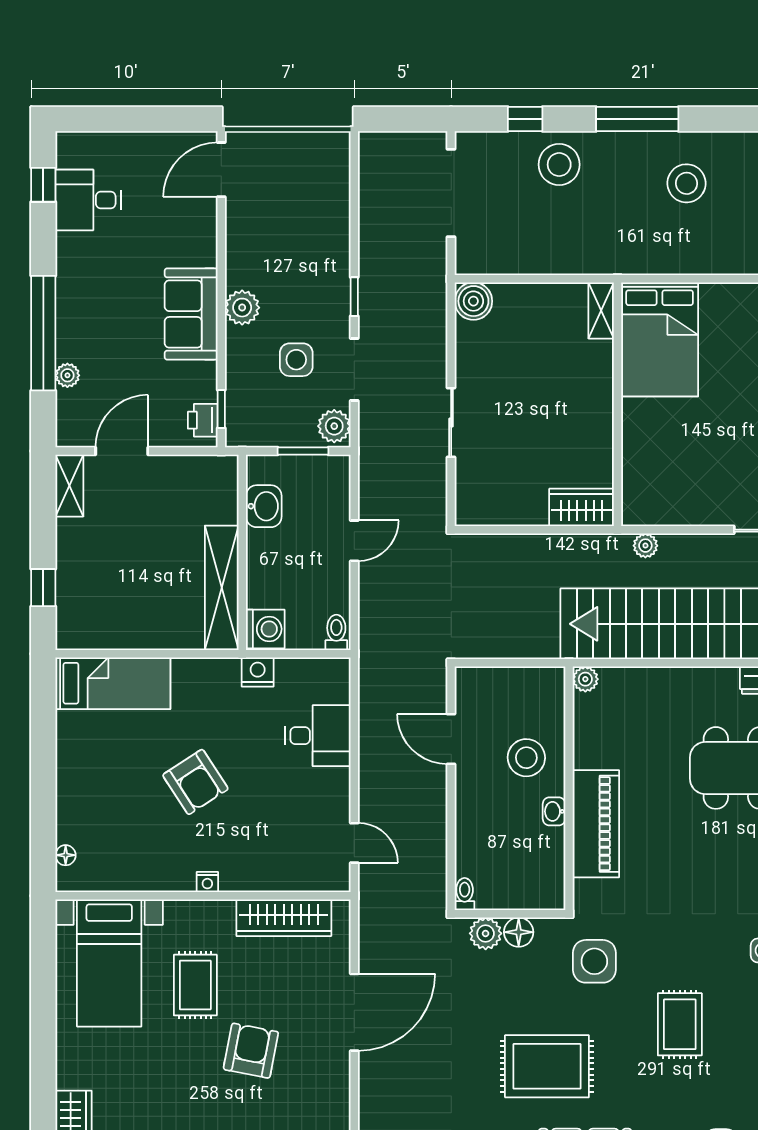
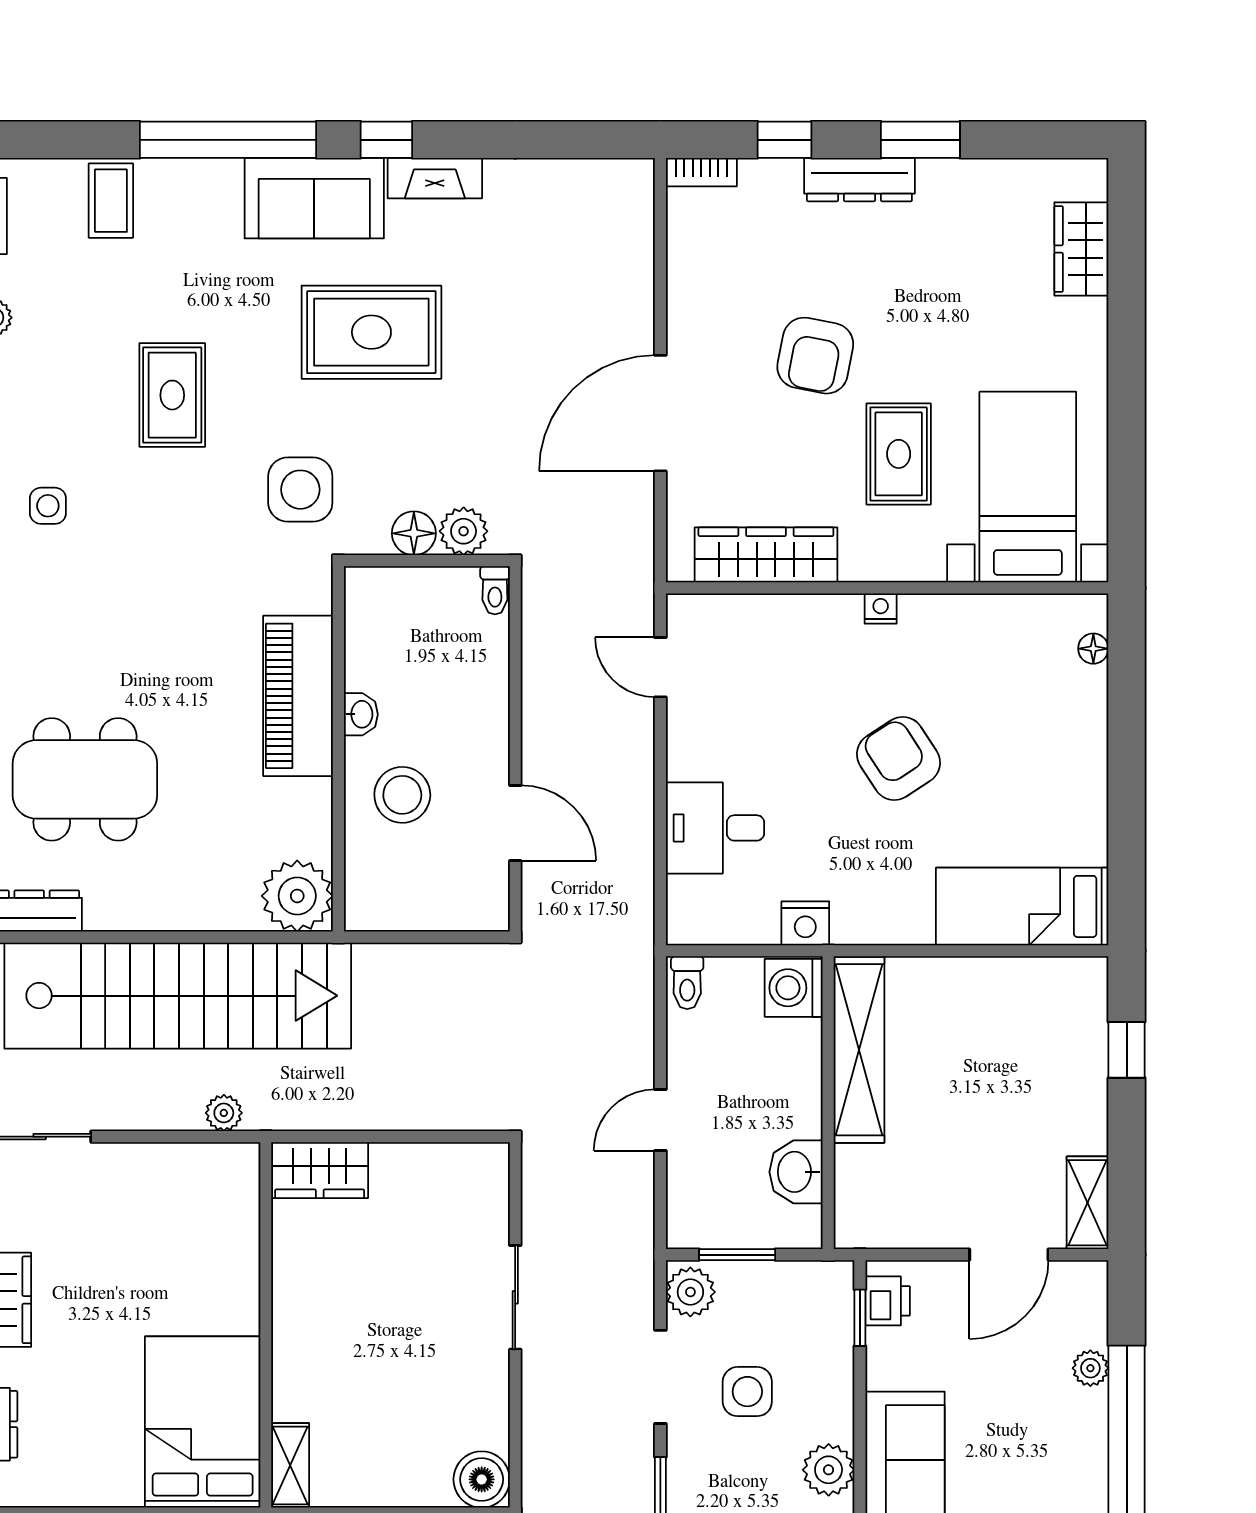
plant: (585, 679) -> (297, 896), width x1.87, depth x1.87

